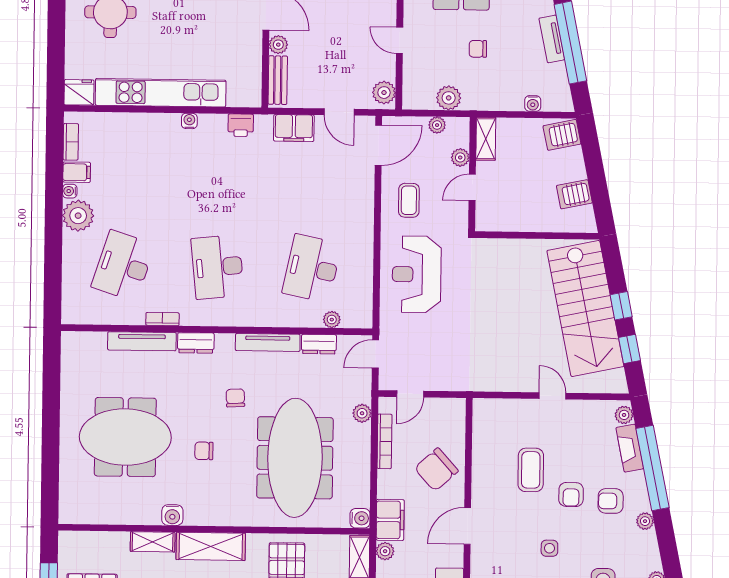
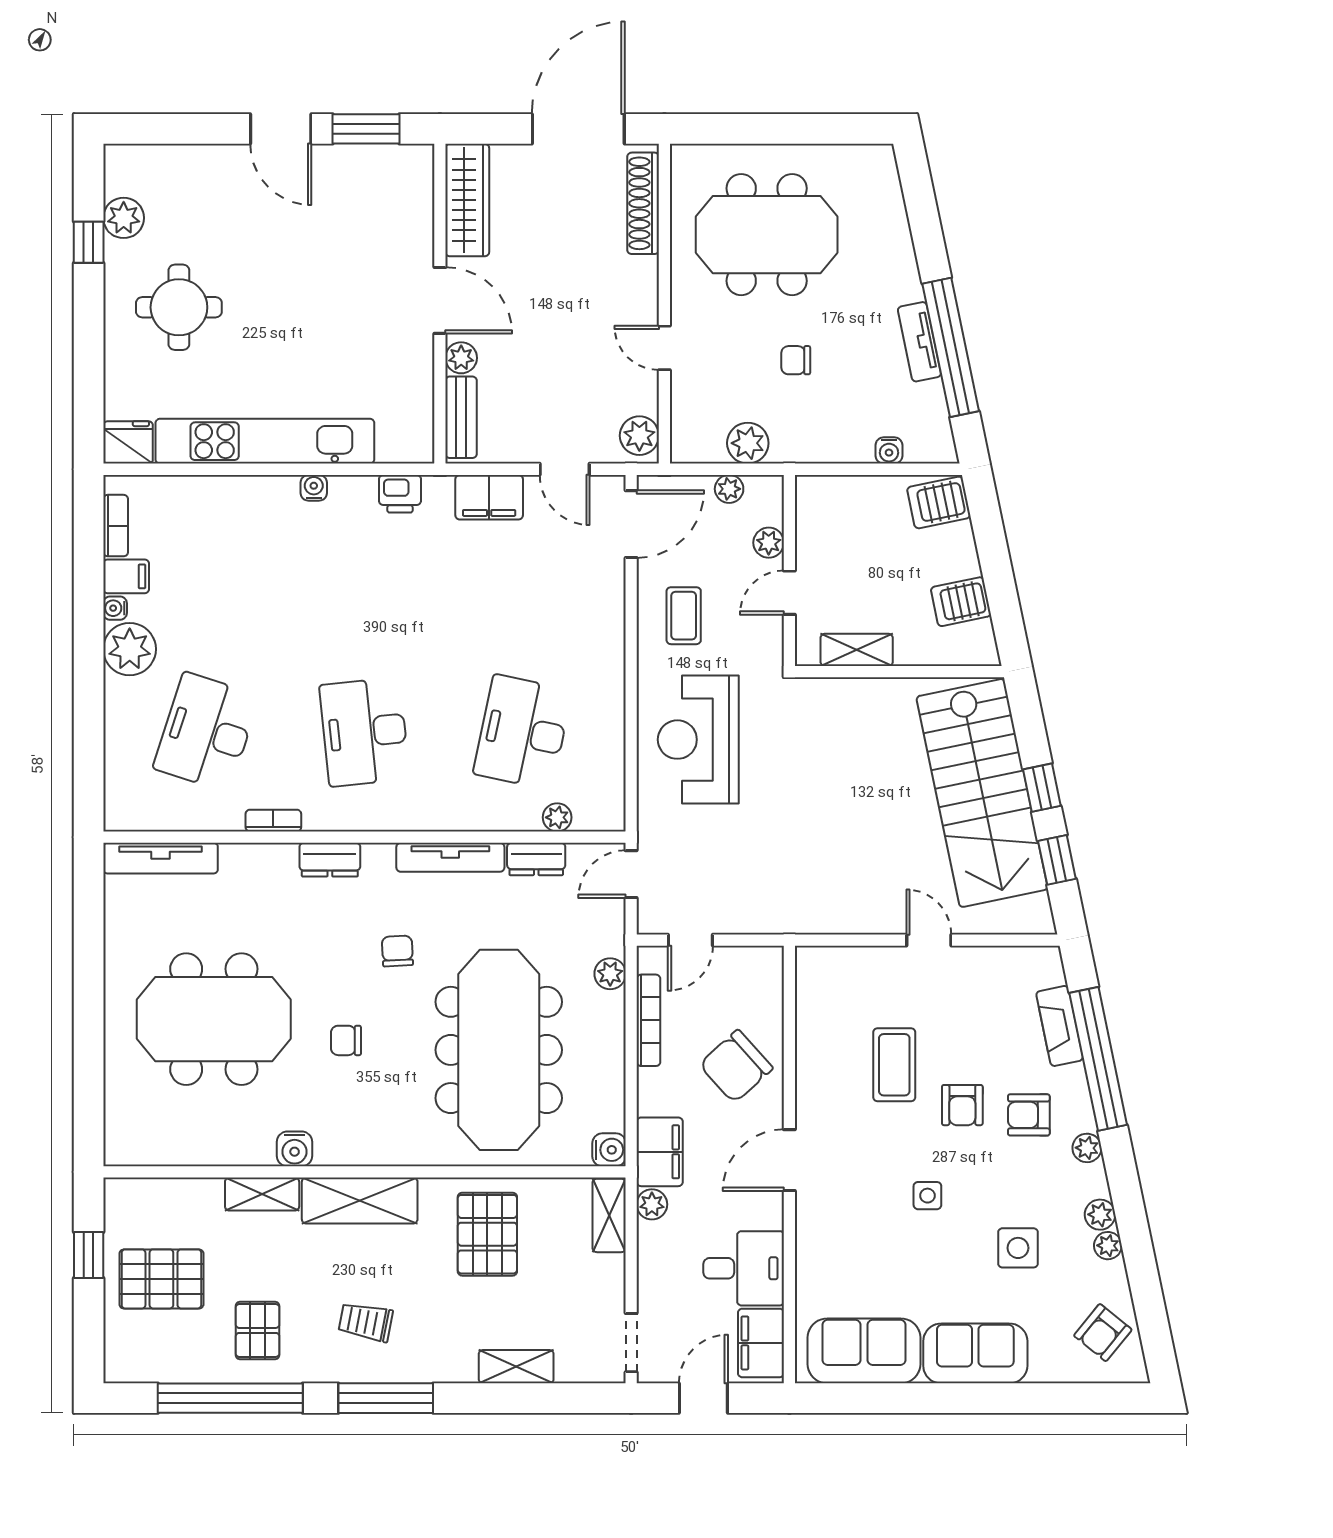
shelving: (486, 139) -> (857, 650), moved, turned 90
tv unit: (142, 341) -> (161, 858), moved
plant: (624, 415) -> (1100, 1215), moved

